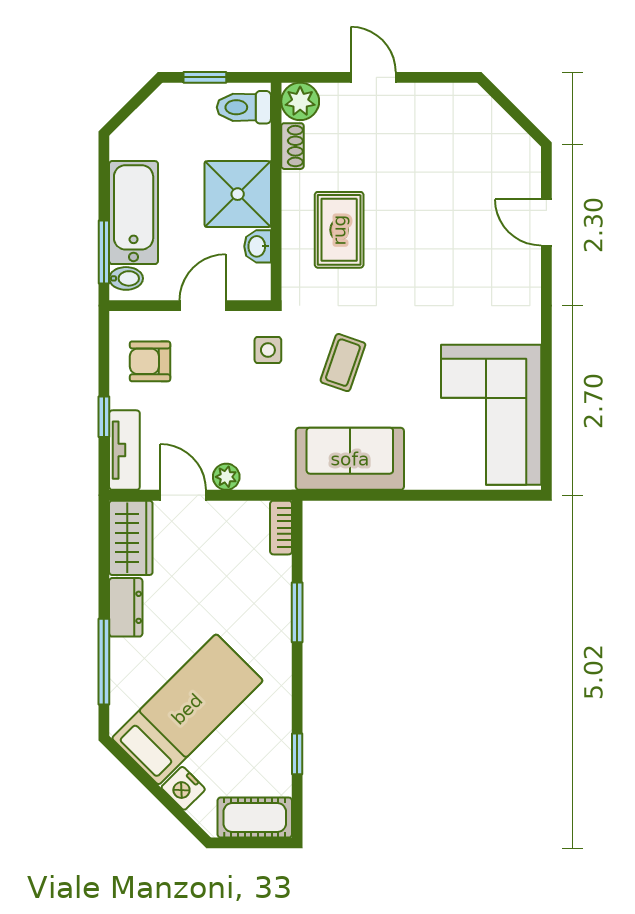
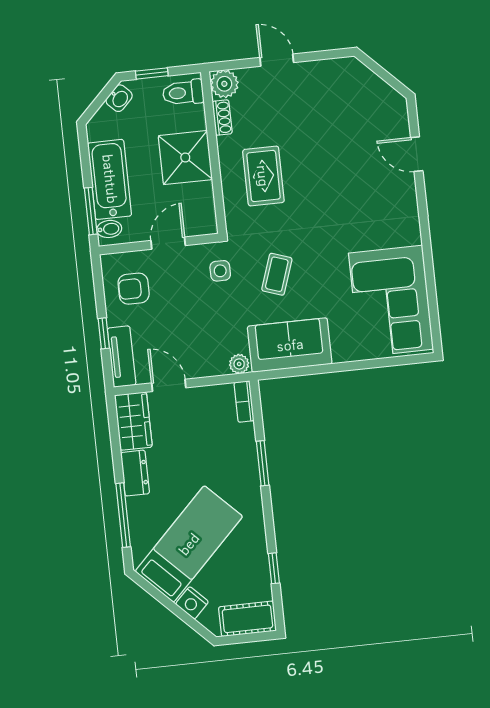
washbasin: (258, 246) -> (119, 98), moved, turned -135
plant: (226, 477) -> (239, 364), moved

